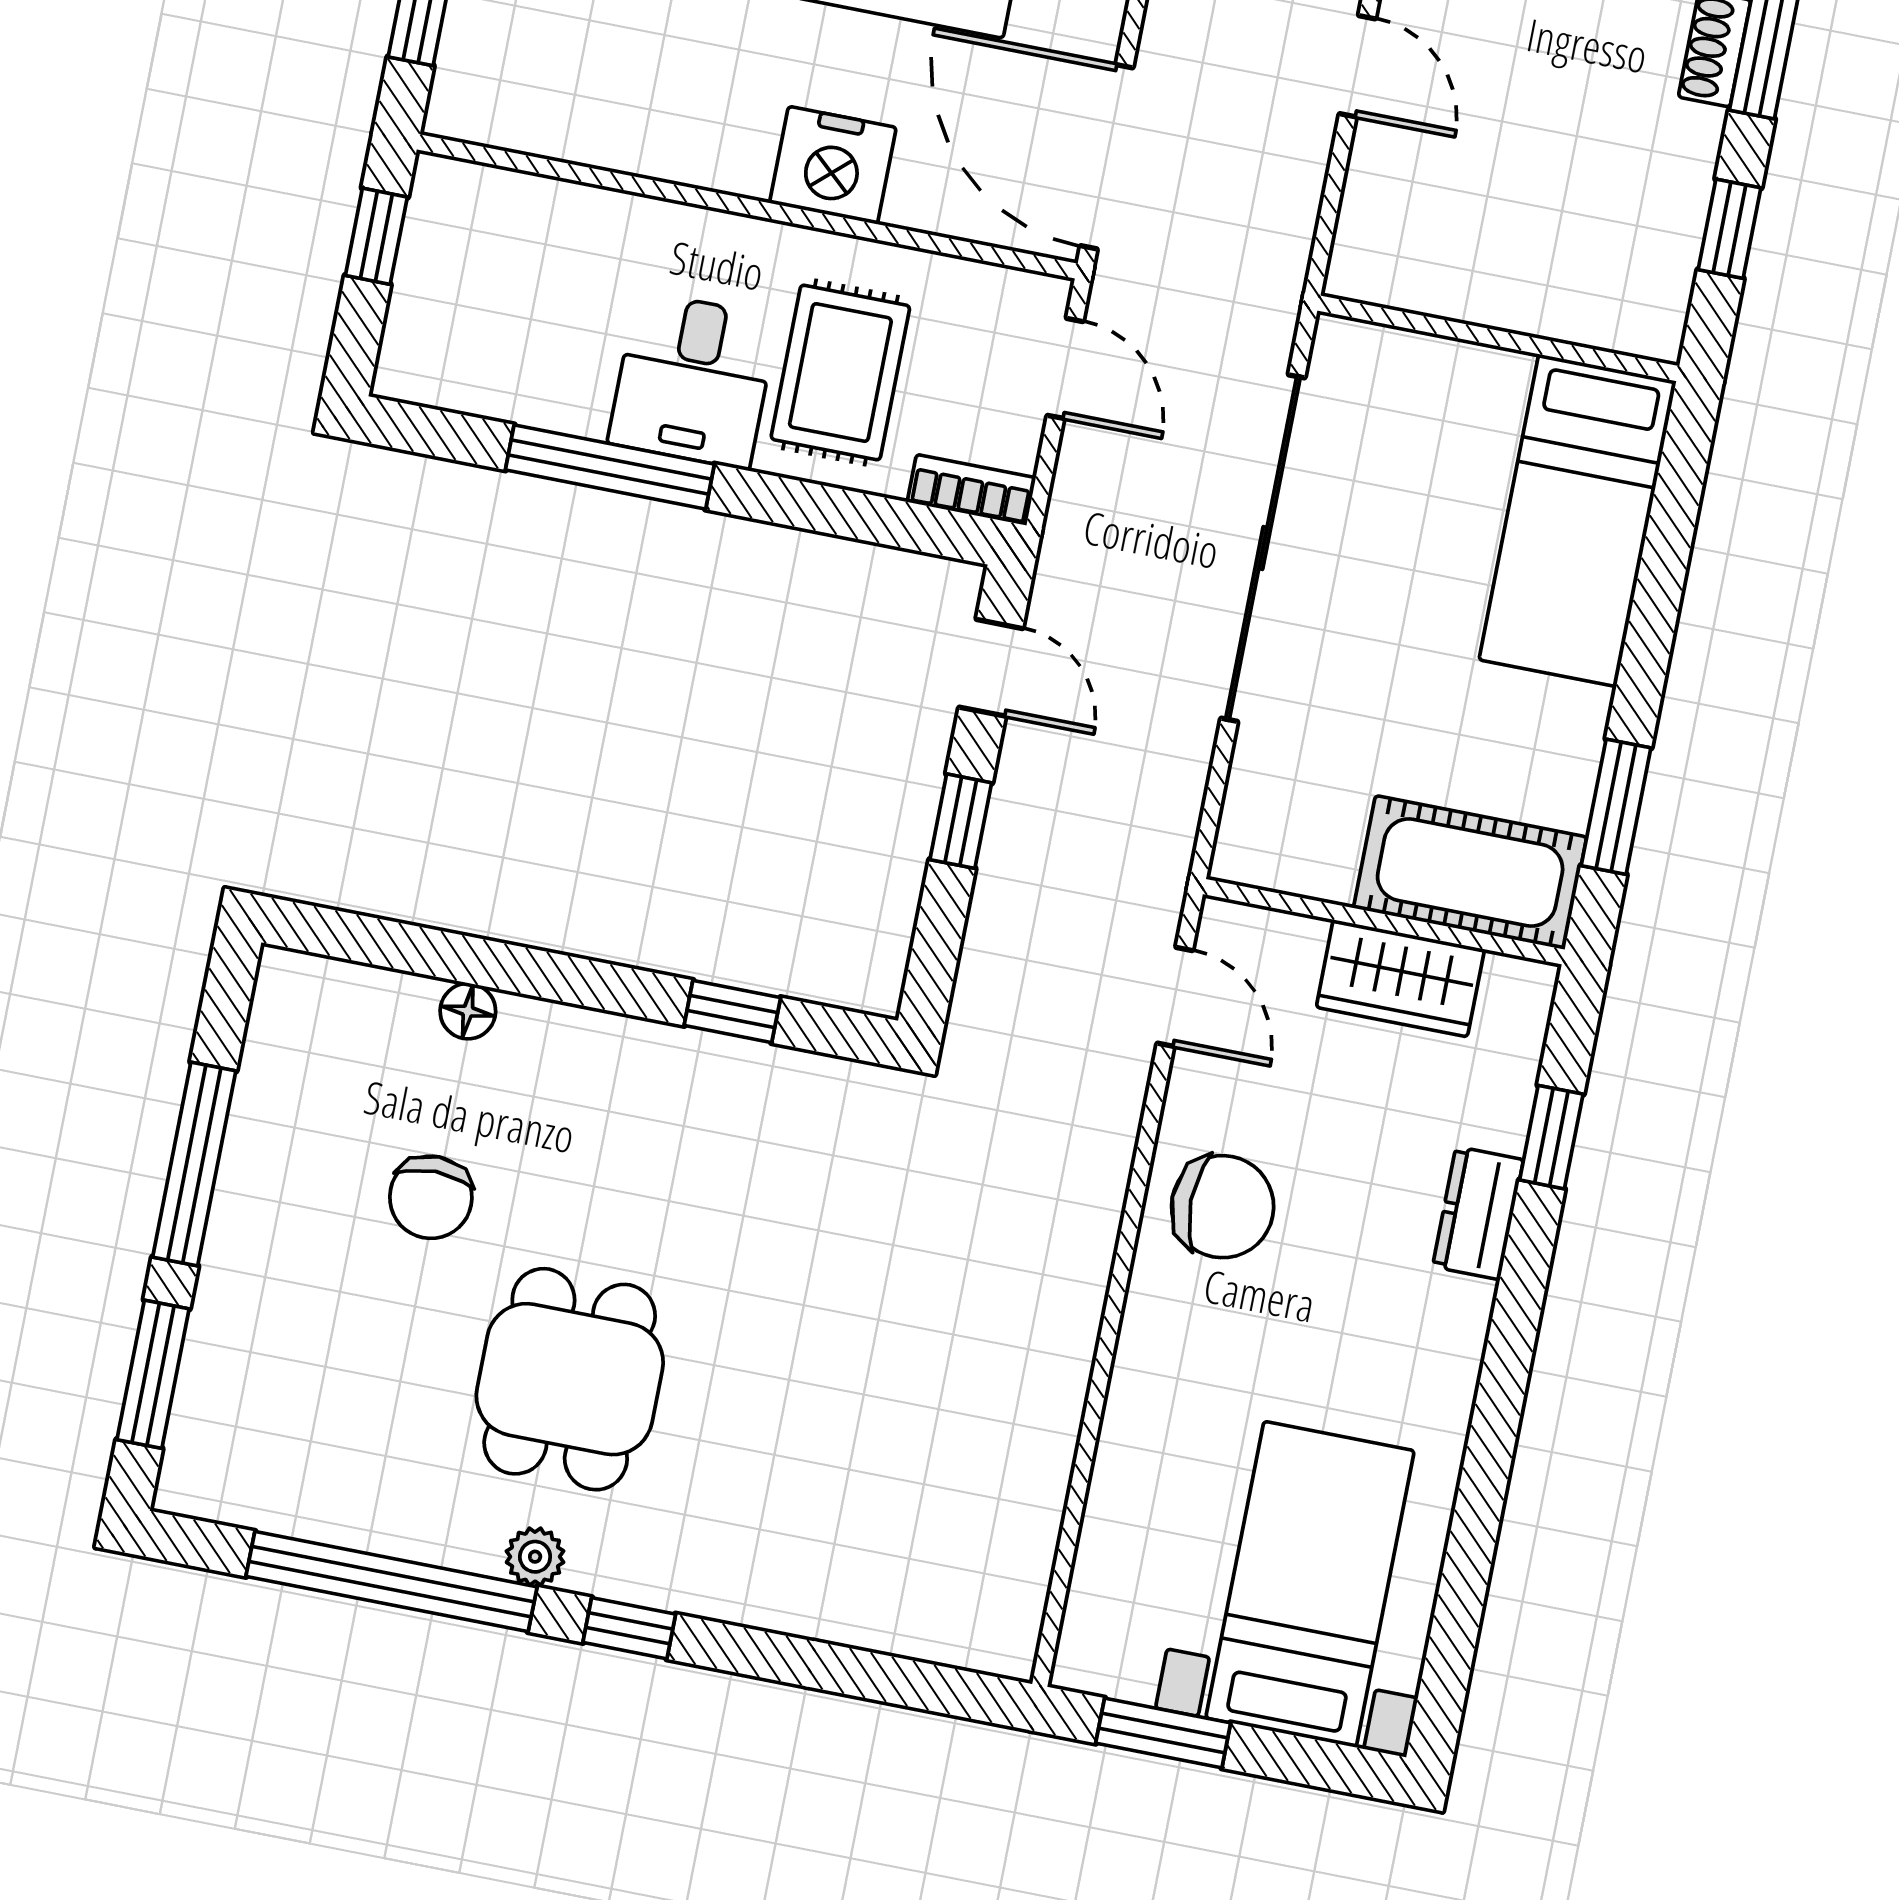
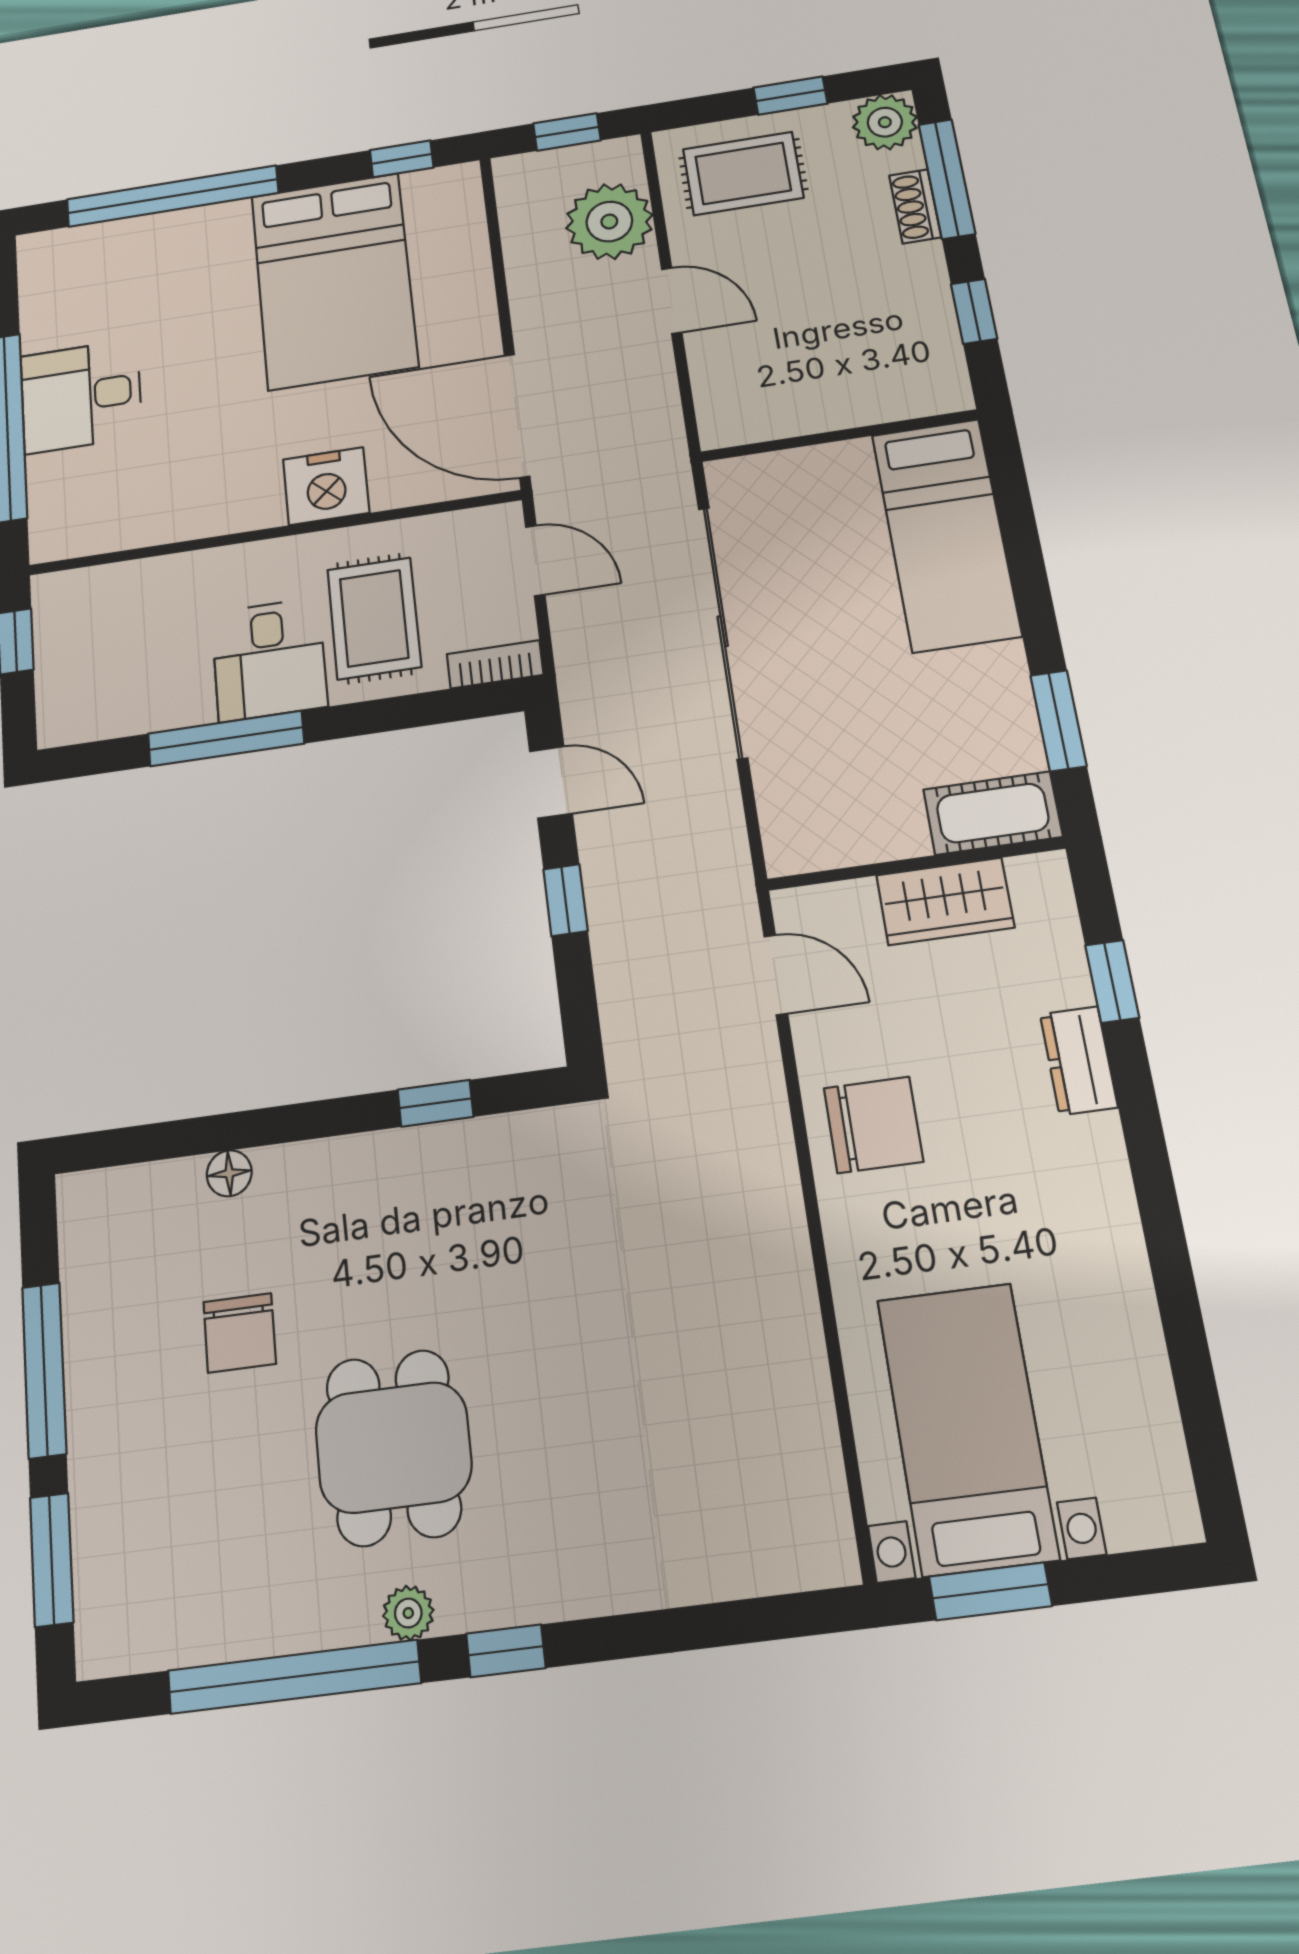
cot: (1470, 872) -> (993, 813), width x0.73, depth x0.75
bed with nightstands: (1310, 1584) -> (967, 1428), moved

